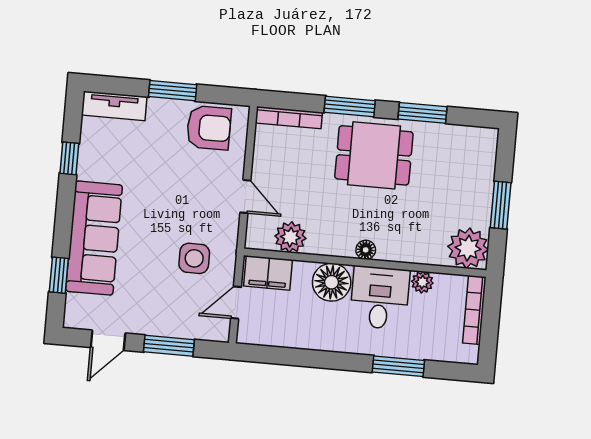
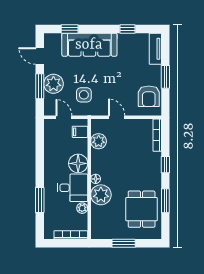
window: (350, 106) -> (165, 165), width x0.67
dining table: (374, 155) -> (142, 209), moved
door: (245, 196) -> (117, 117), swing flipped
plant: (468, 248) -> (101, 195), moved
filing cabinet: (268, 273) -> (80, 132), width x0.50
plant: (166, 318) -> (53, 84), added

